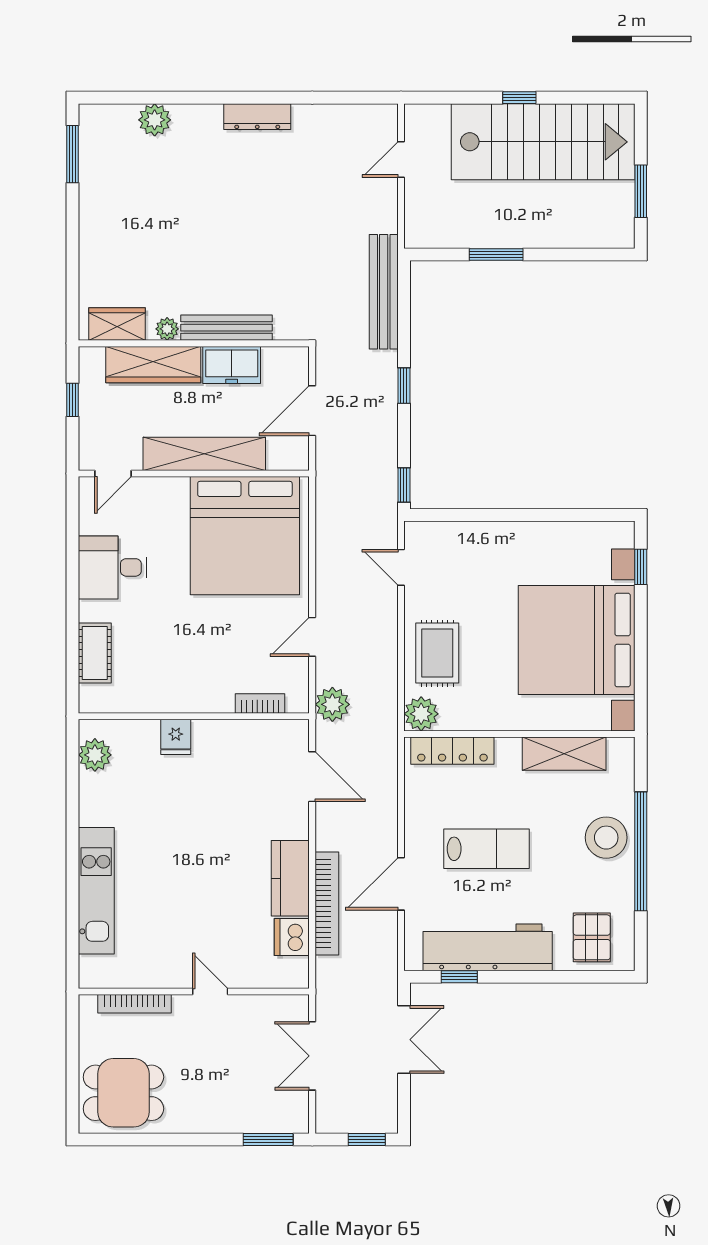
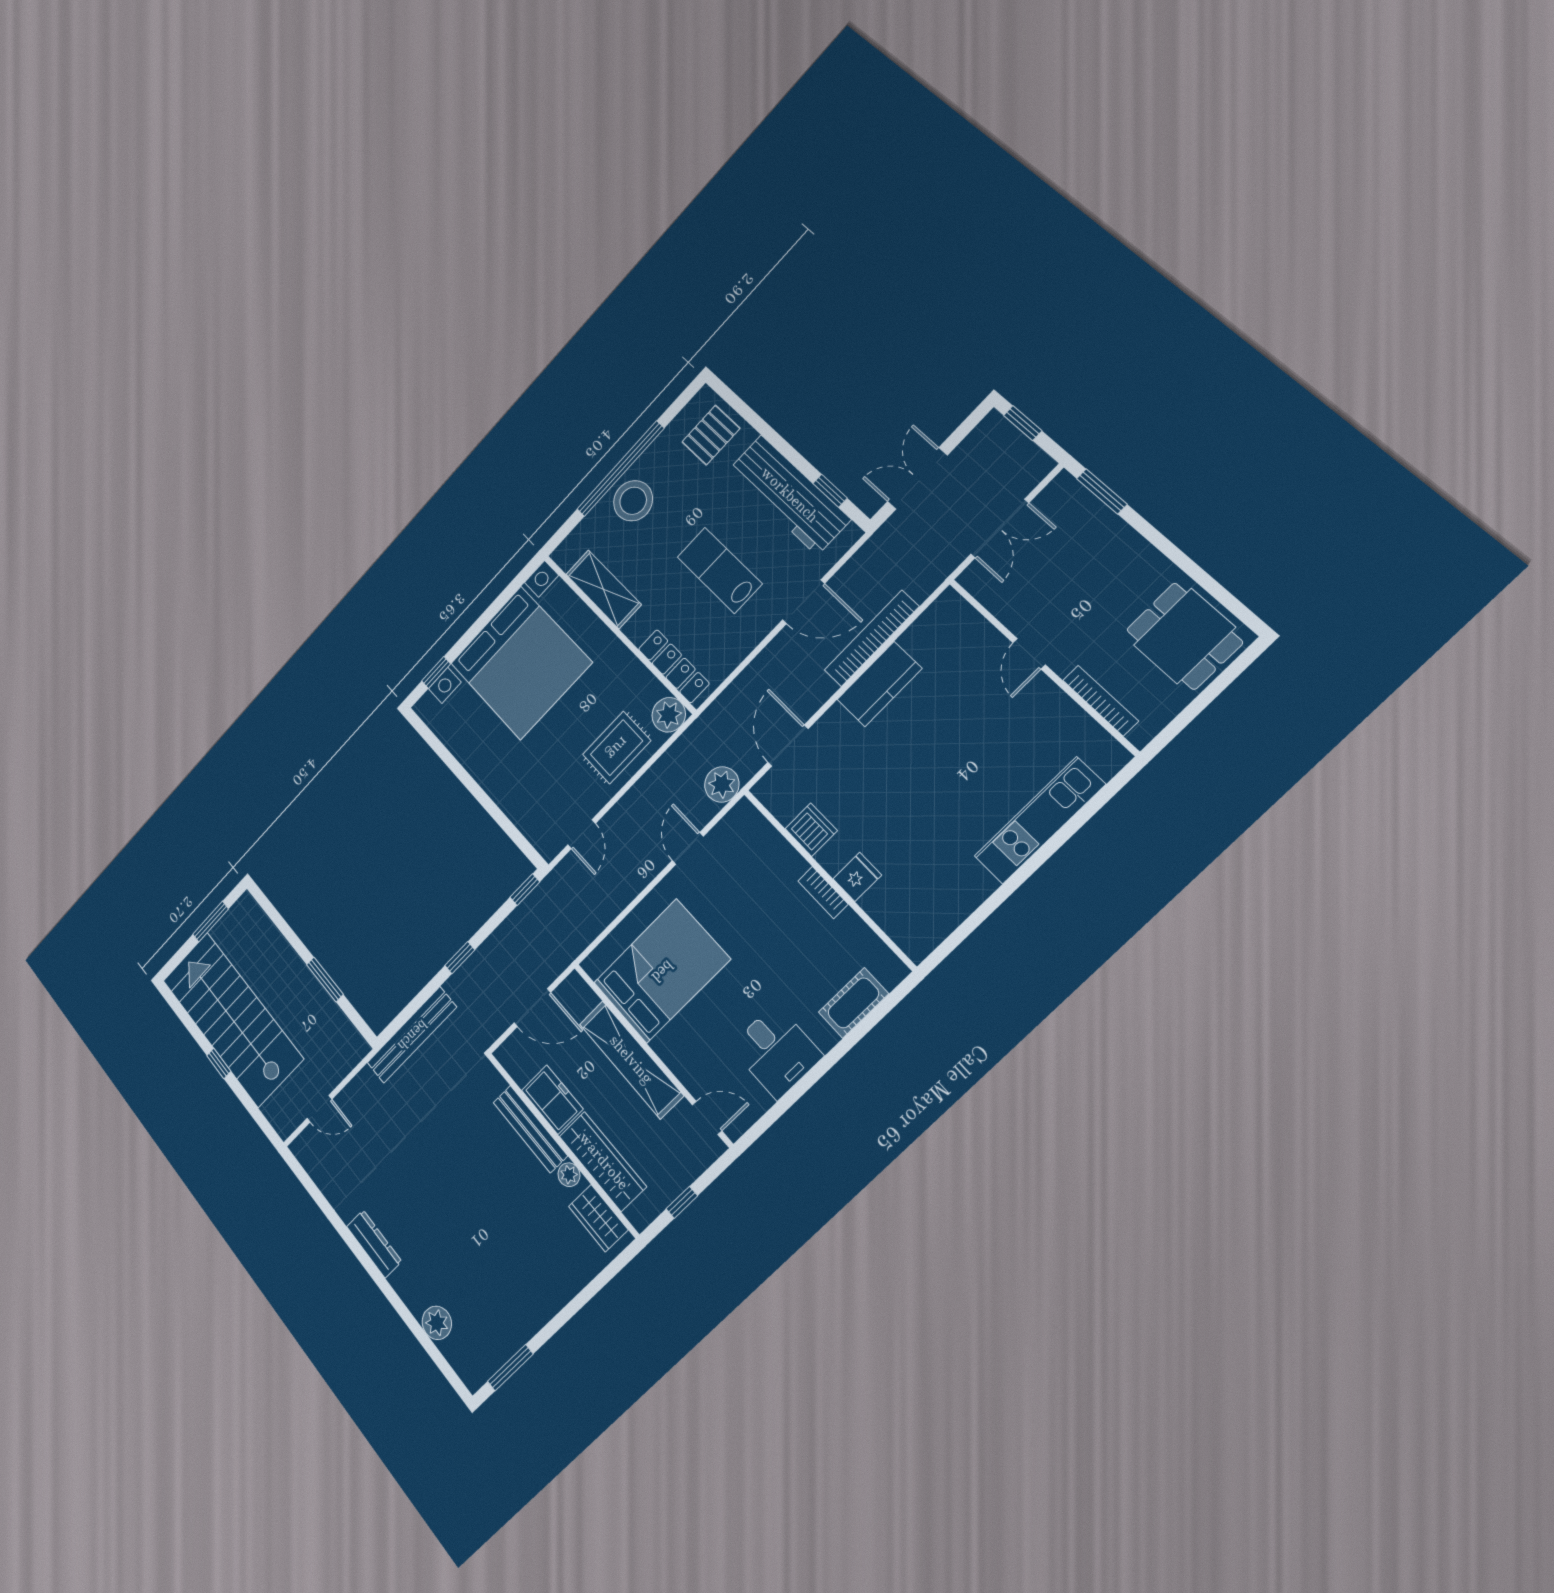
bed: (245, 536) -> (662, 971), width x0.73
door: (312, 637) -> (688, 848), swing flipped
bookcase: (260, 703) -> (823, 893), moved
plant: (95, 755) -> (932, 927), removed
dishwasher: (292, 937) -> (811, 830), moved, turned -90

